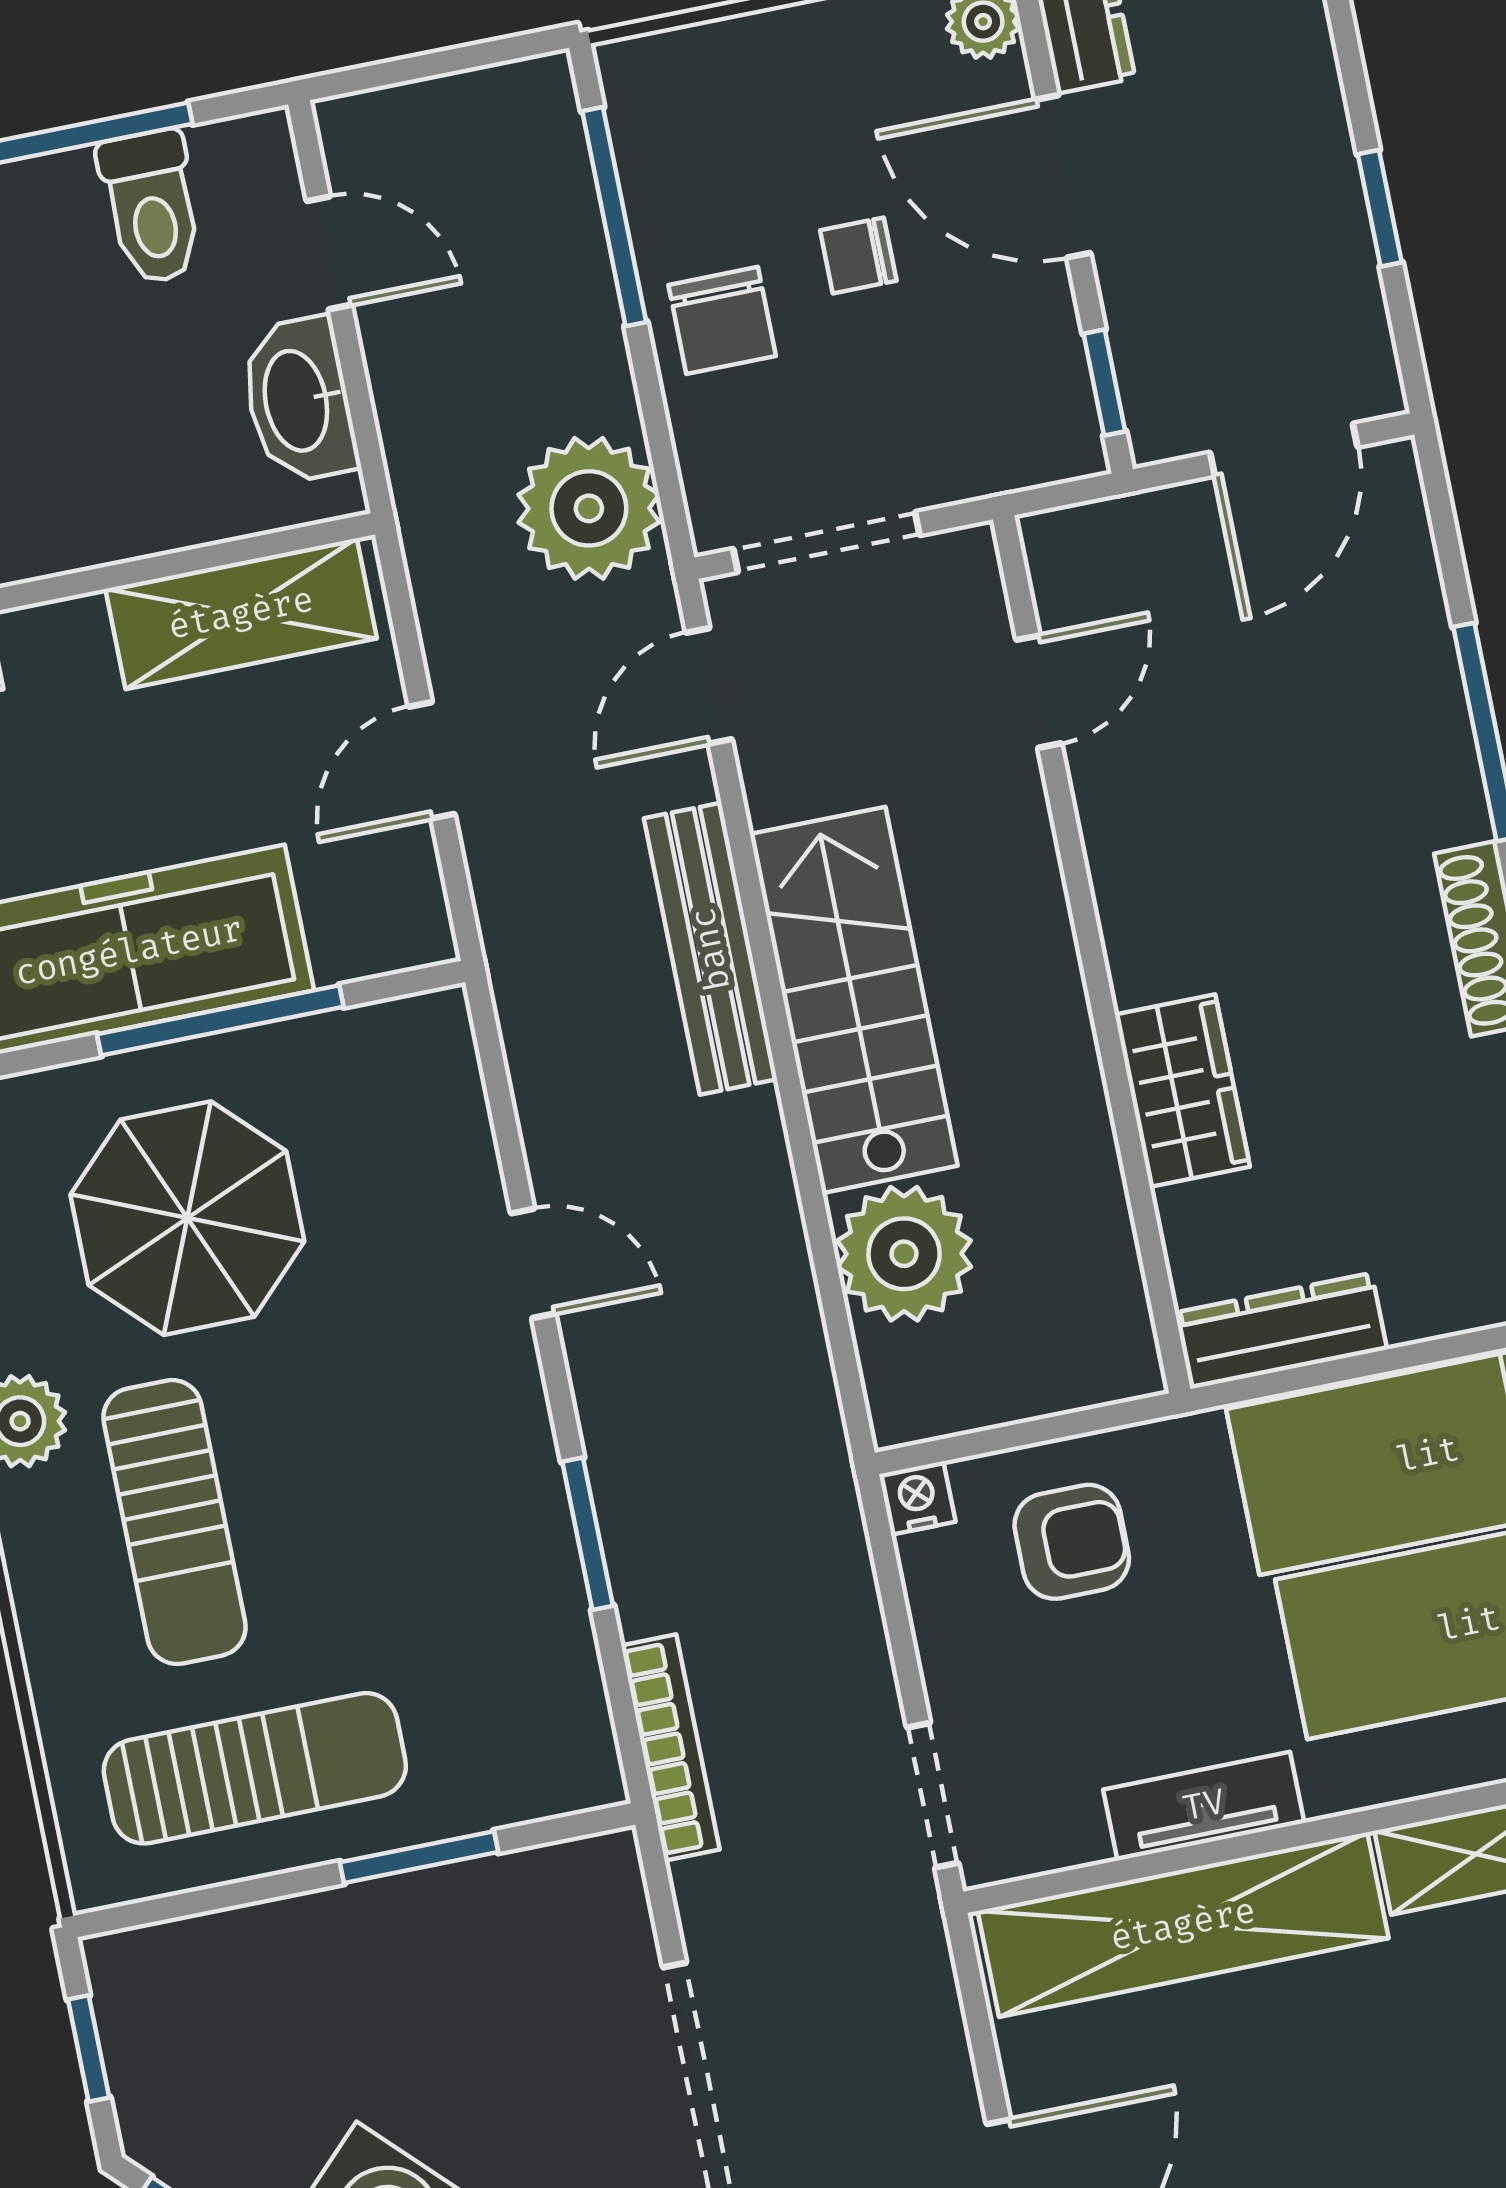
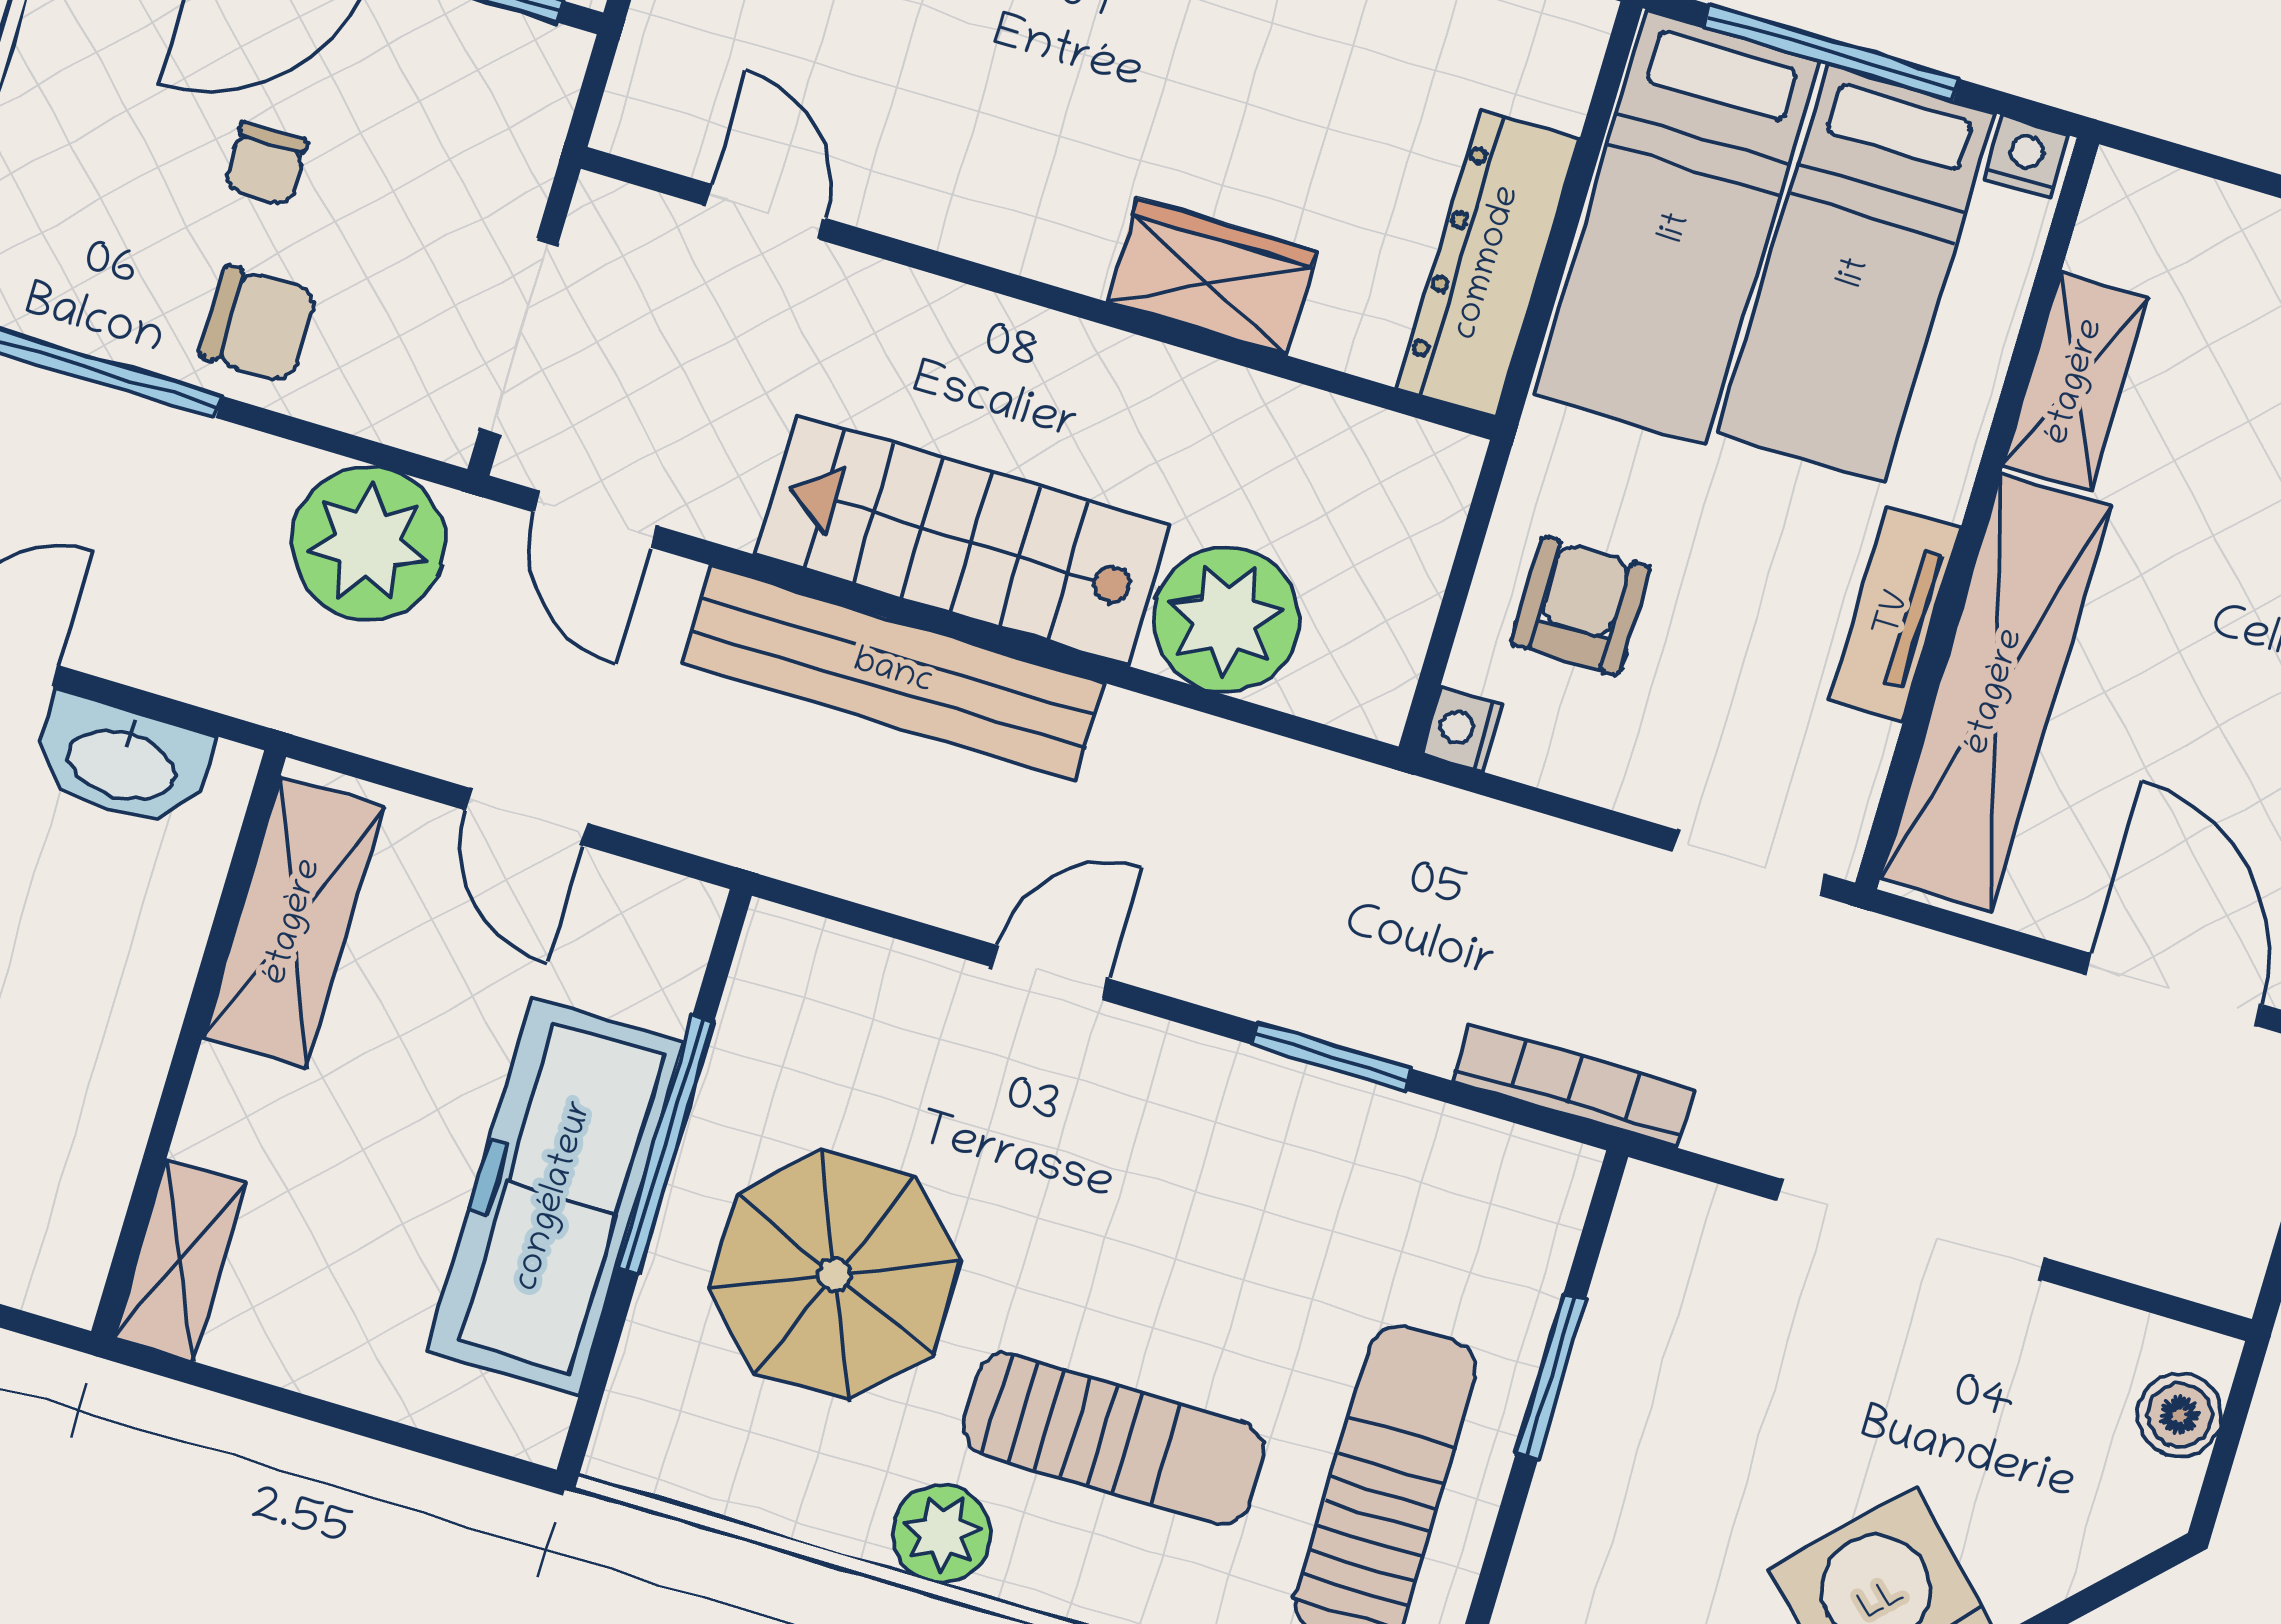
bench: (711, 949) -> (893, 673), width x1.37, depth x1.21
dresser: (1281, 1331) -> (1488, 263), width x1.37, depth x1.24

